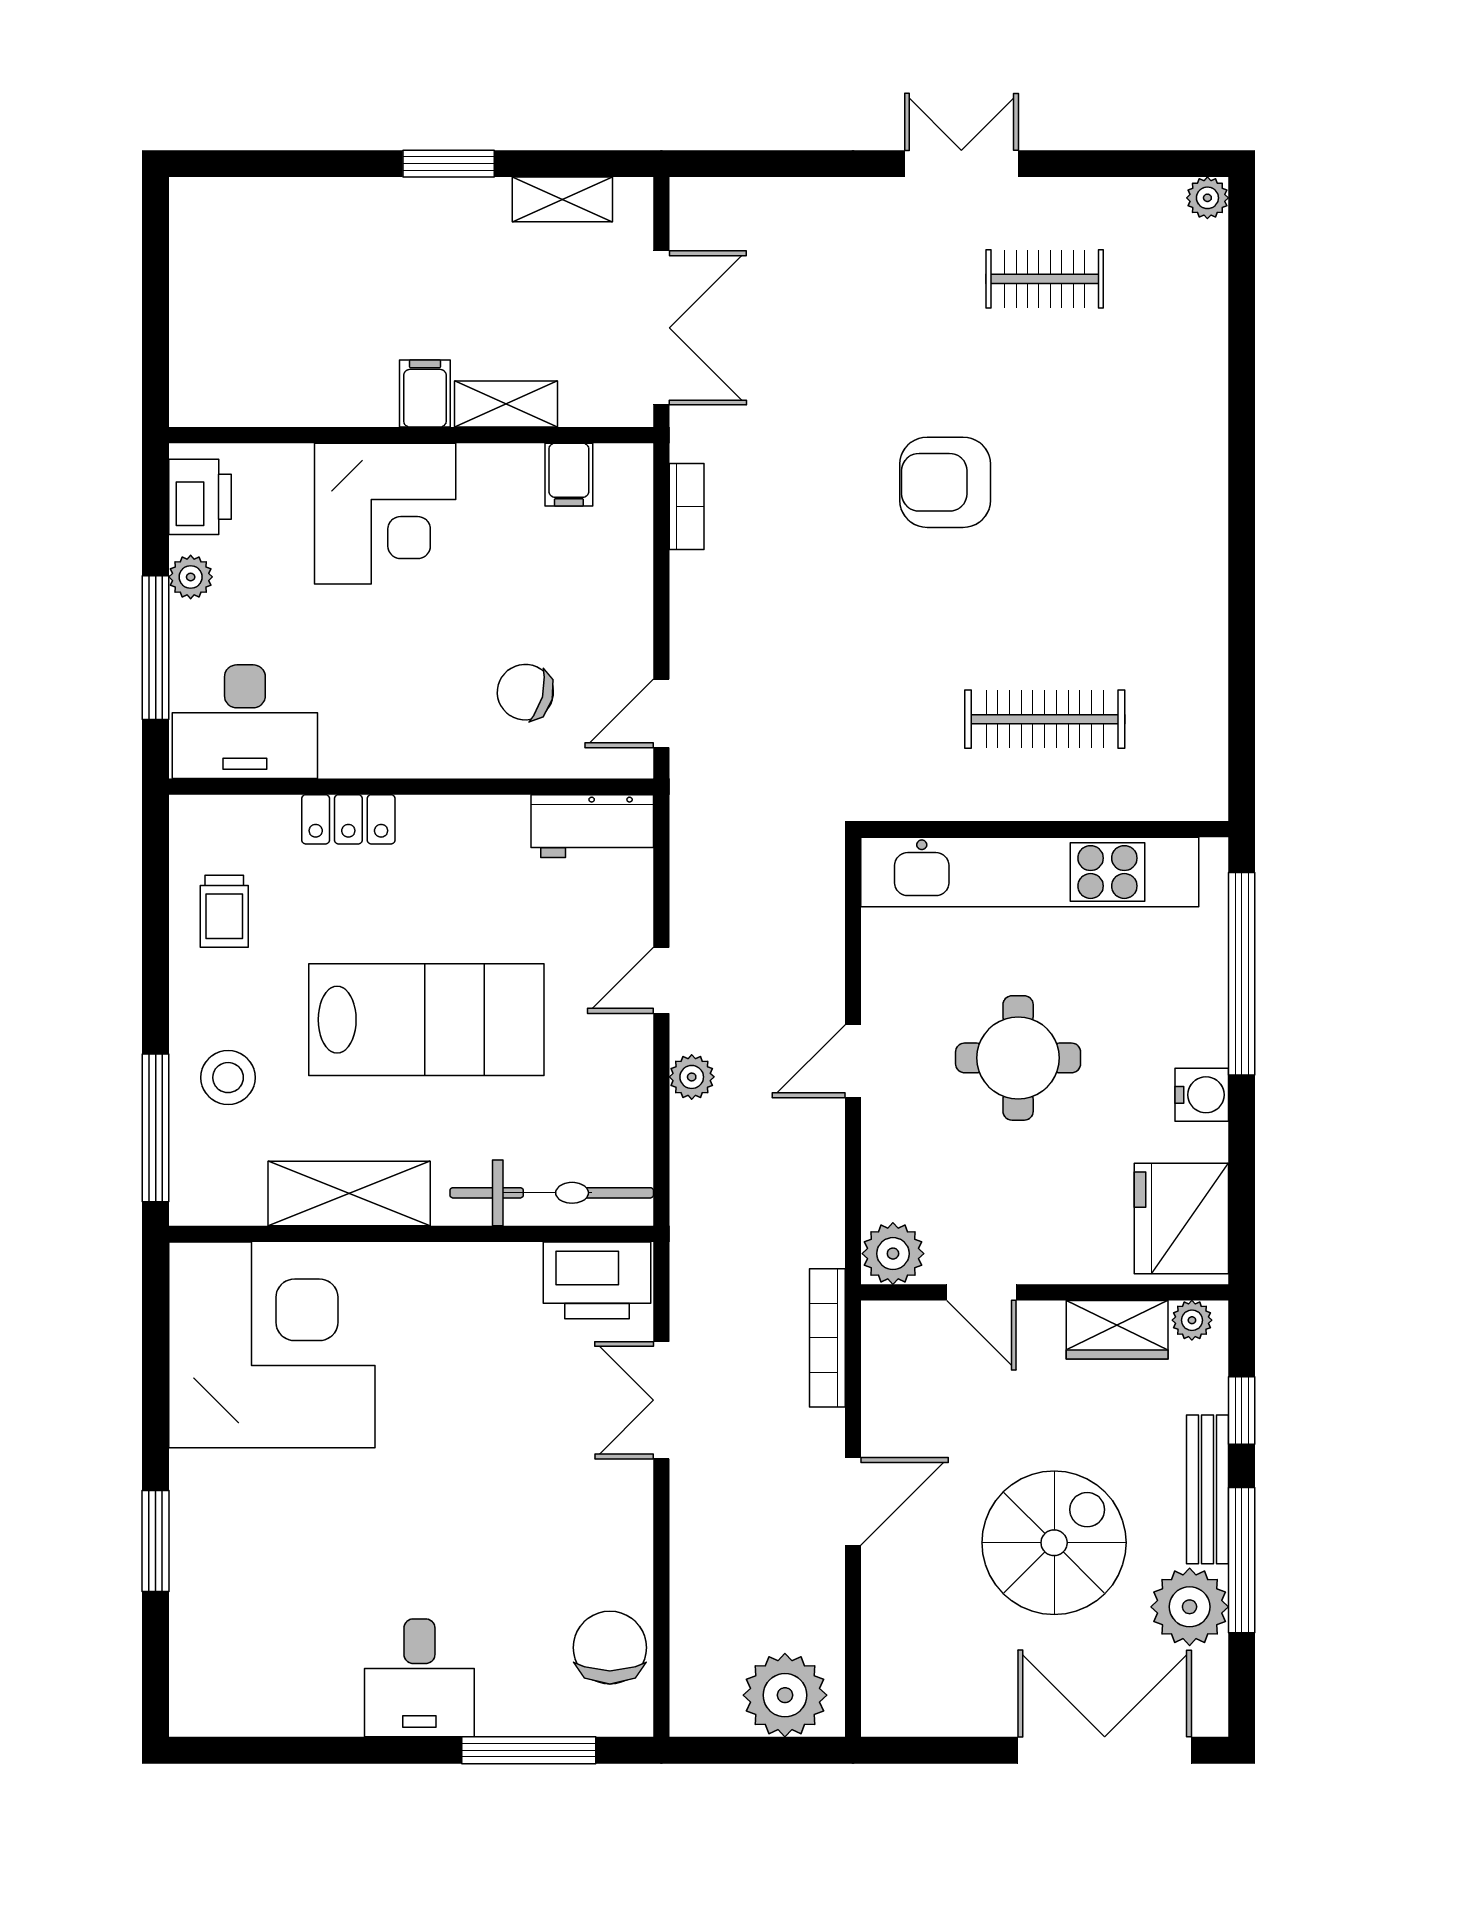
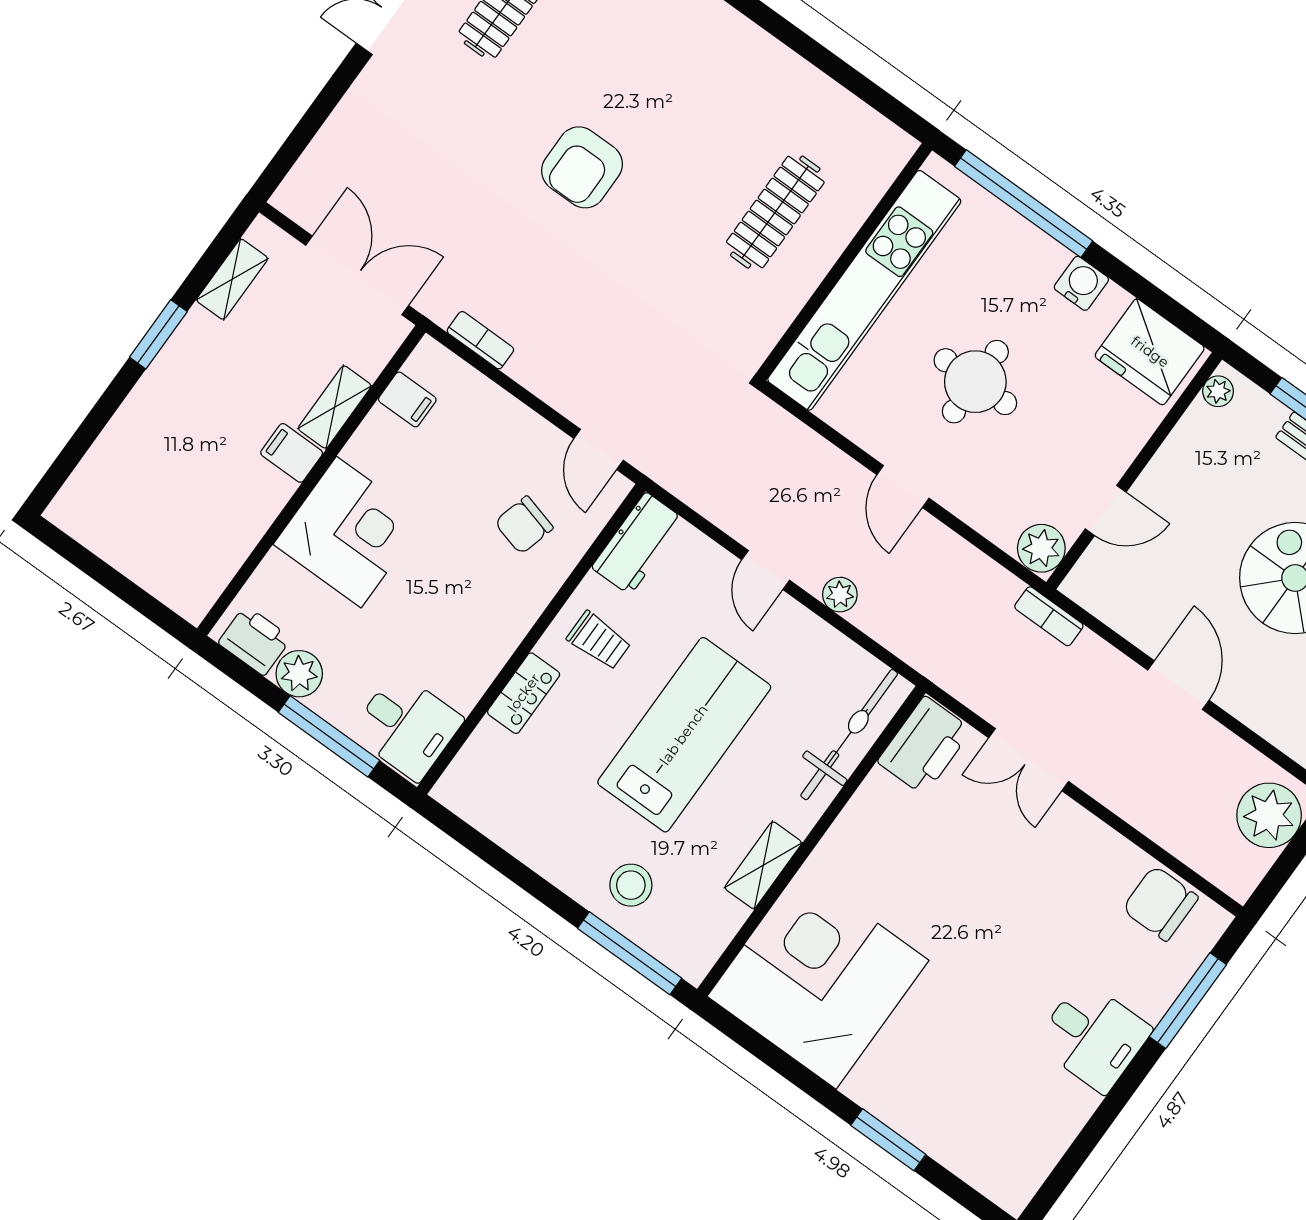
plant: (191, 577) -> (299, 674), width x1.38, depth x1.38
desk: (245, 722) -> (407, 726), width x0.73
trolley: (224, 911) -> (599, 640), moved
shelving: (349, 1193) -> (763, 865), width x0.67, depth x0.75
wardrobe: (1117, 1330) -> (1190, 442), removed
bookcase: (827, 1338) -> (1049, 616), width x0.64

